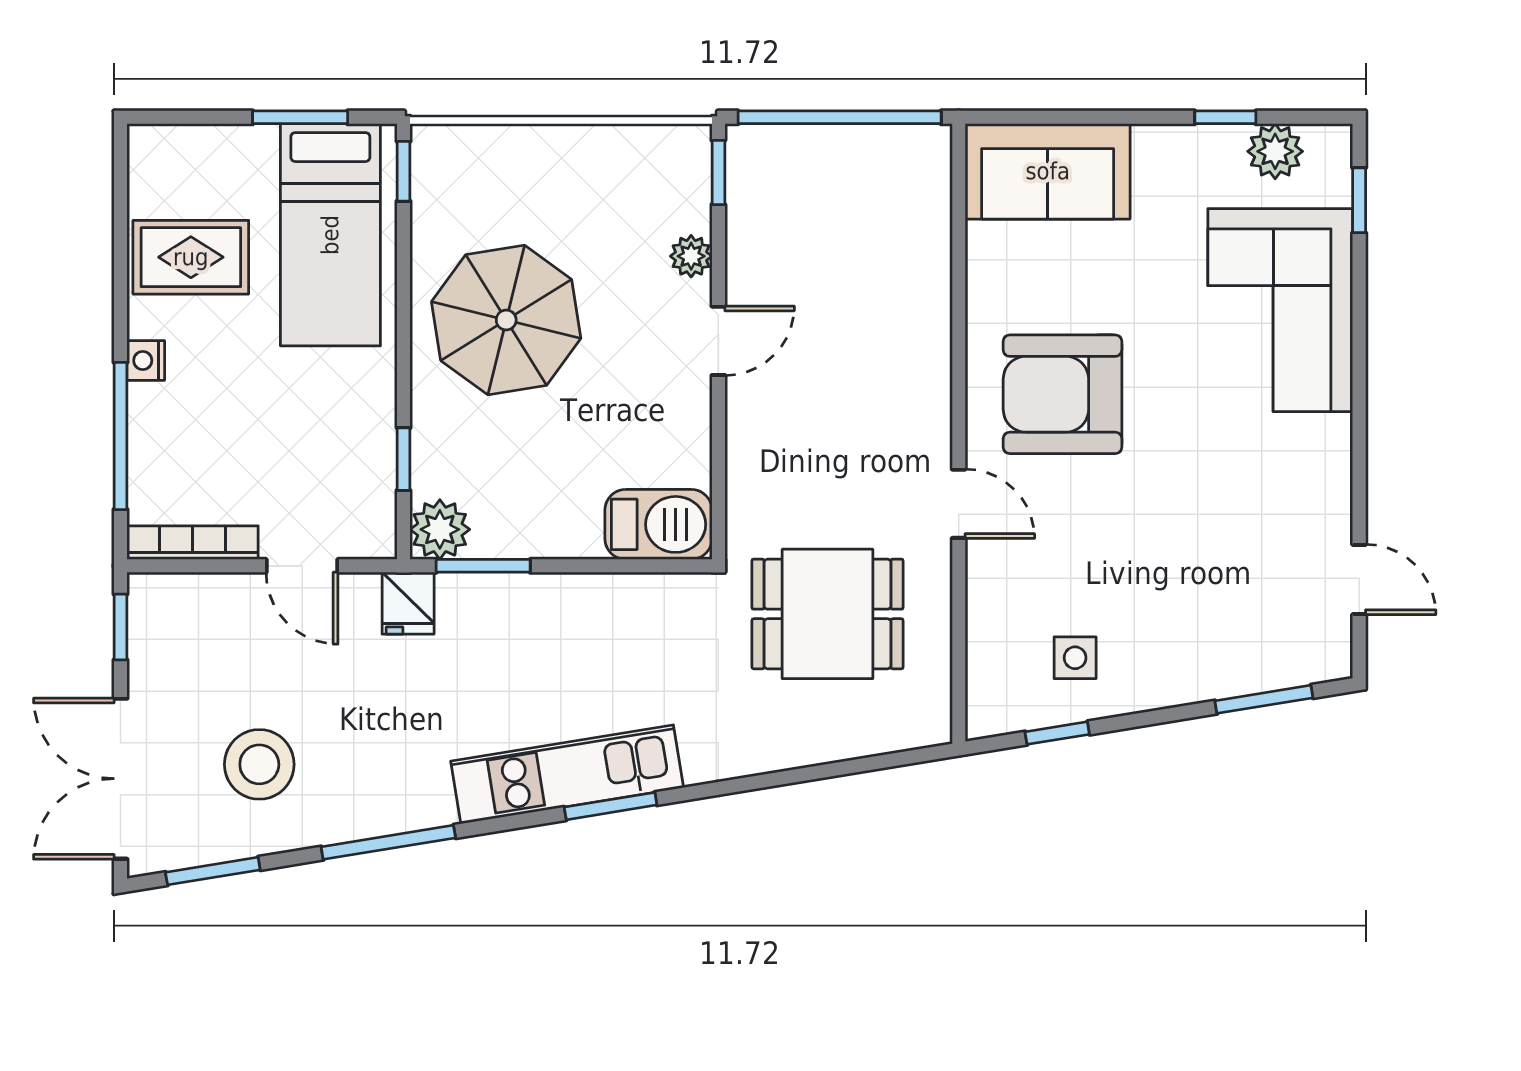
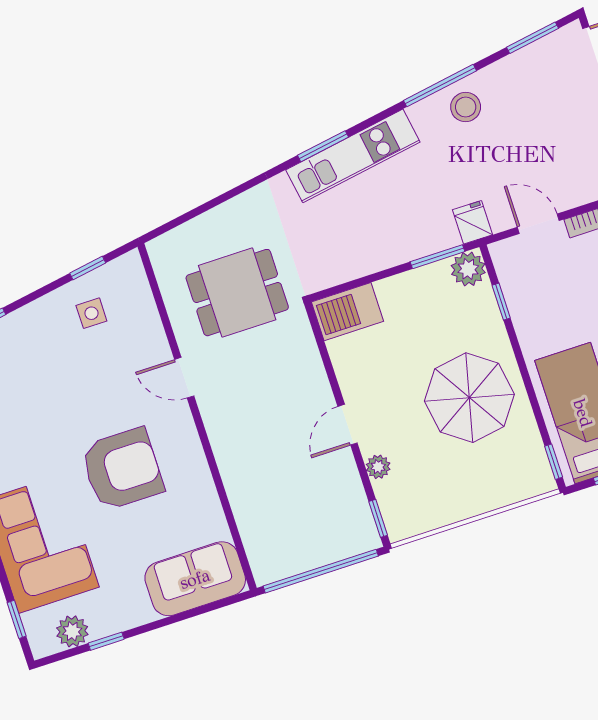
armchair: (1063, 394) -> (122, 469), moved
stool: (259, 764) -> (466, 107), moved, width x0.73, depth x0.73

